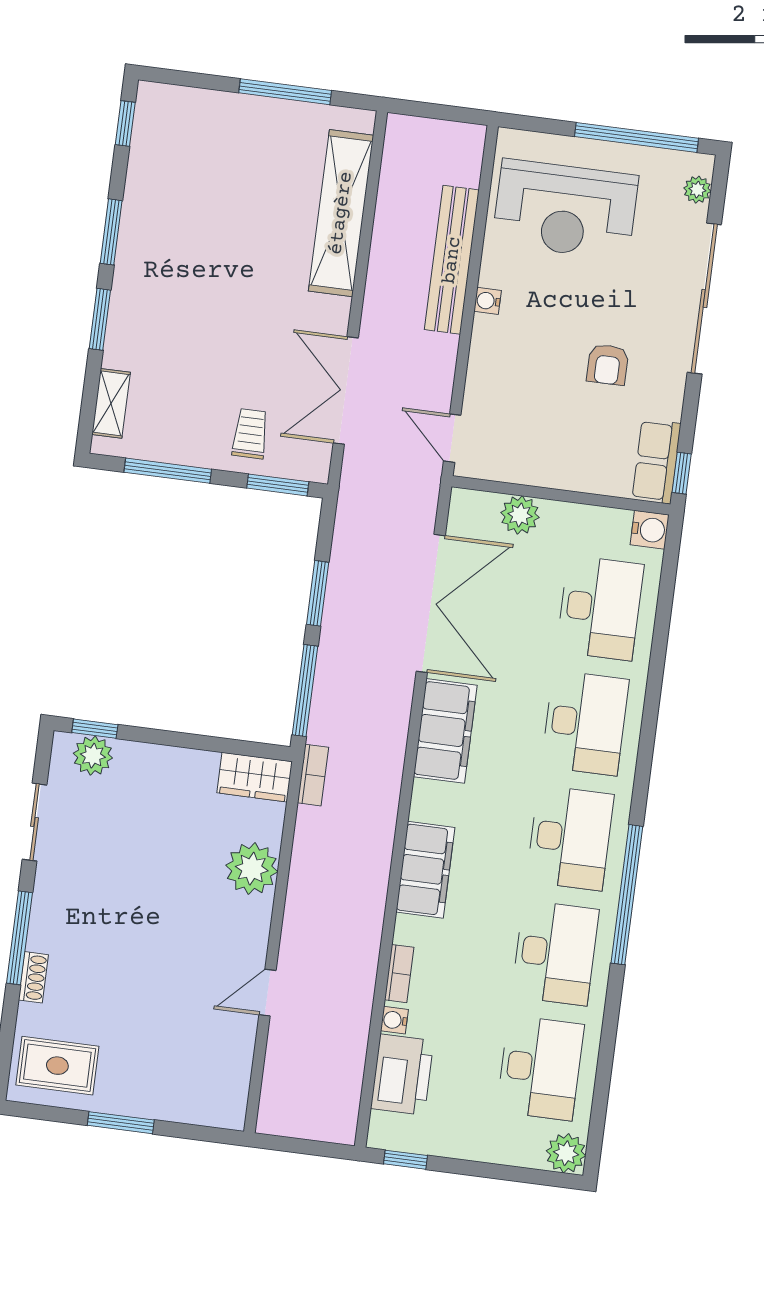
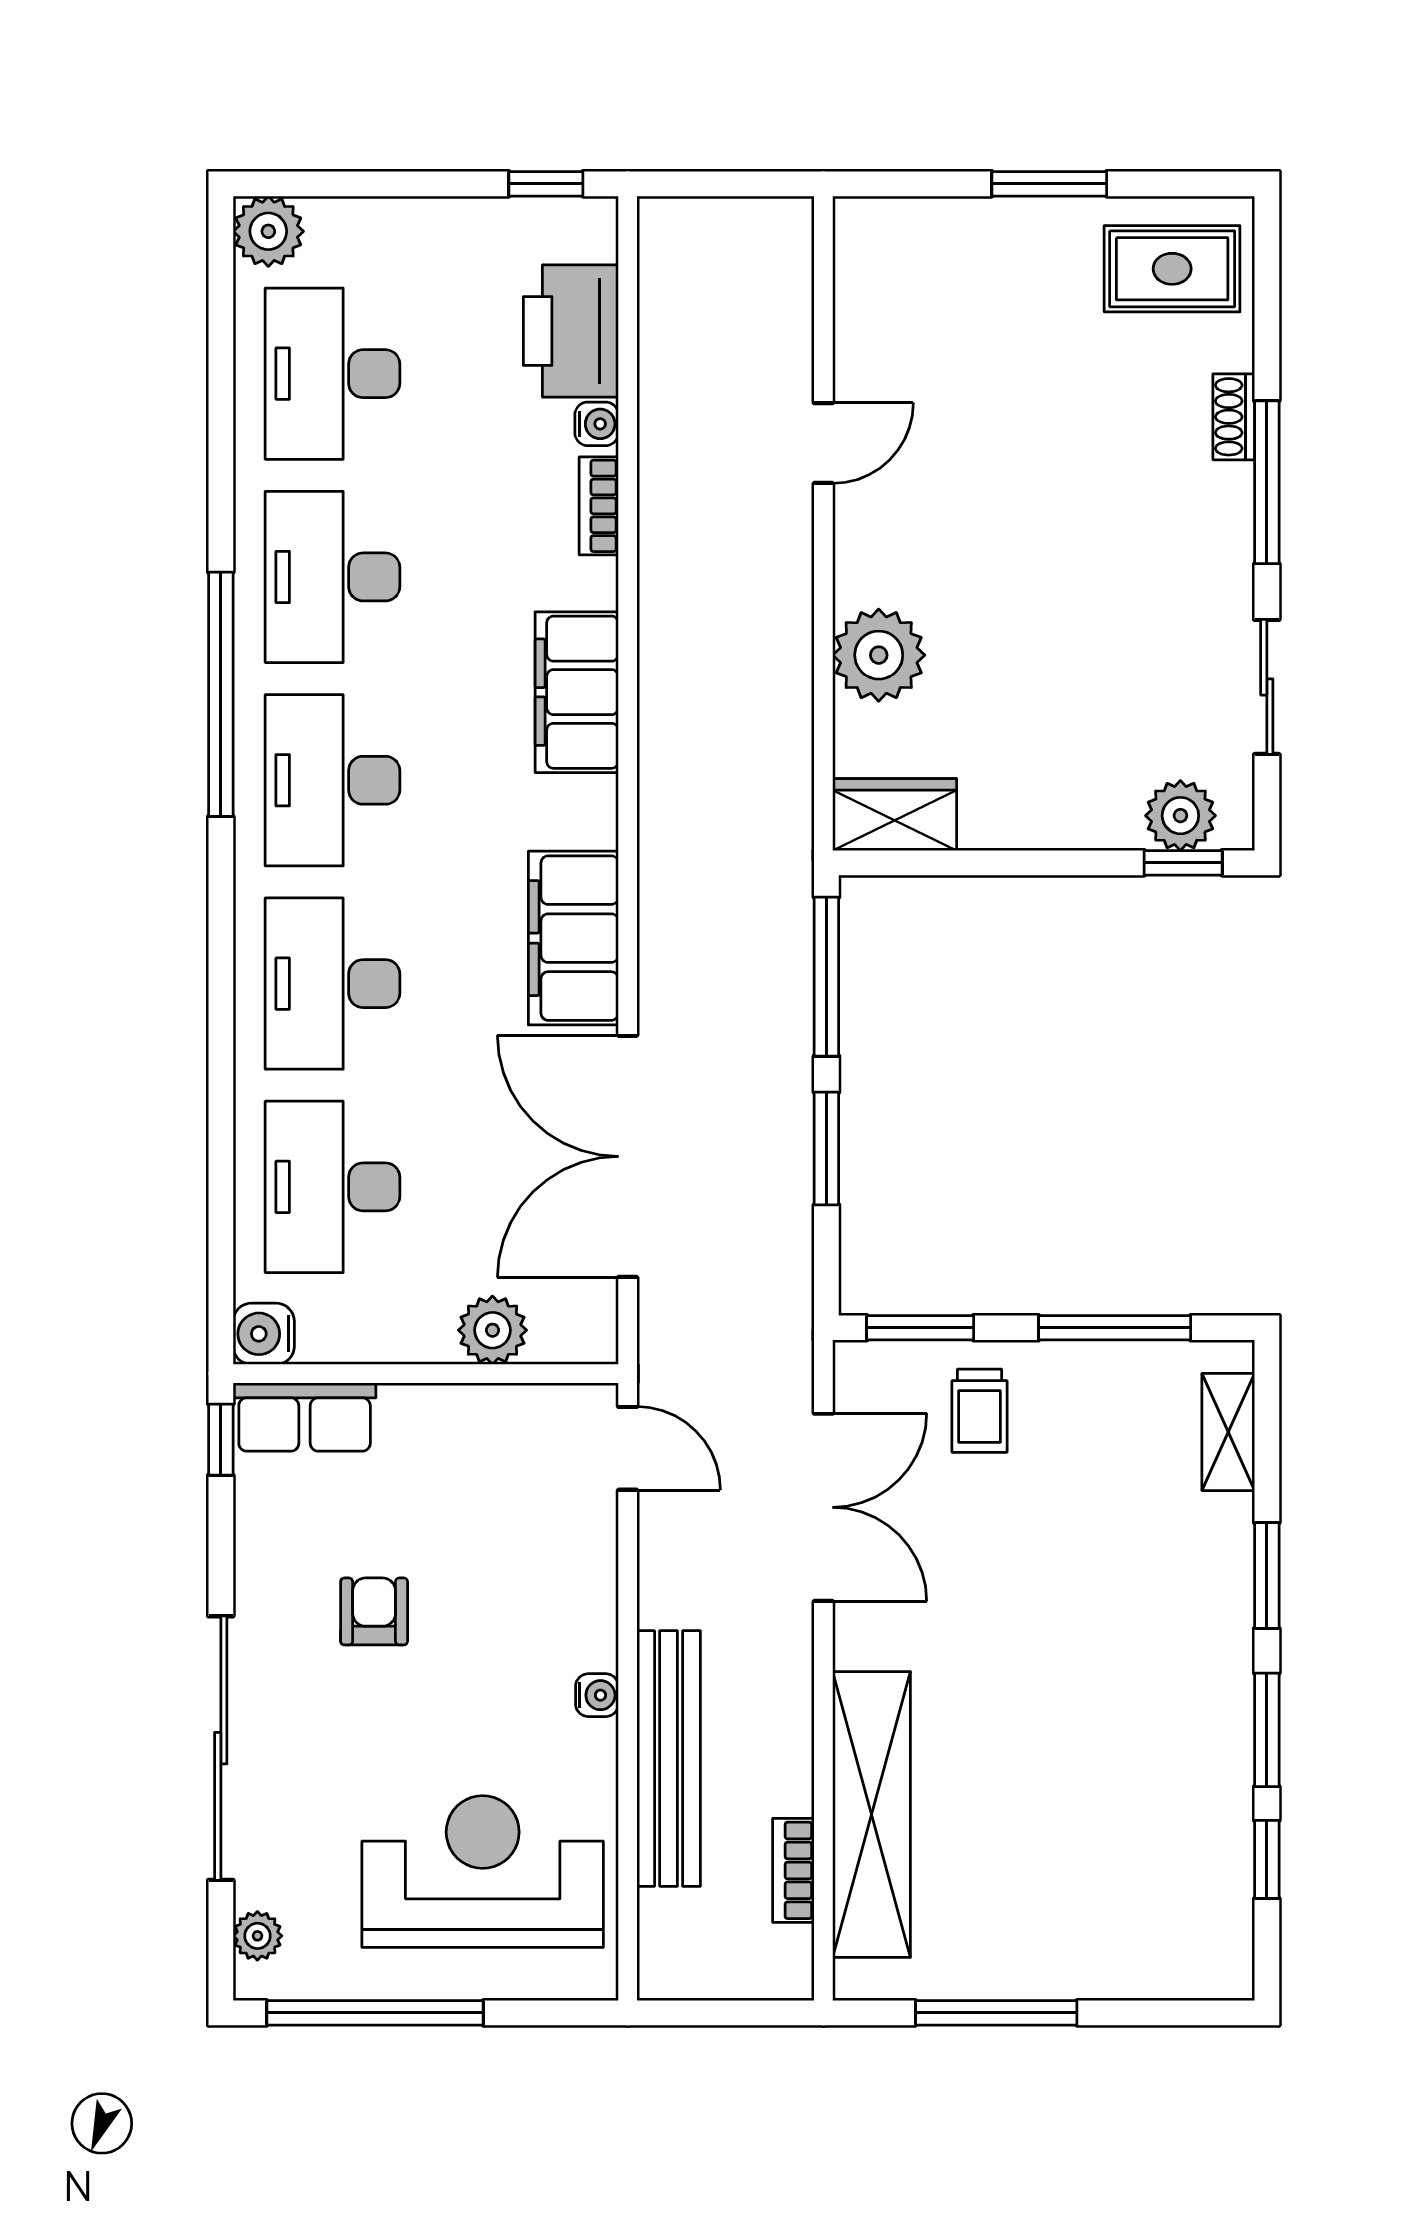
window: (125, 123) -> (1267, 1859), moved
row of seats: (656, 461) -> (305, 1417), moved, turned 90
bookcase: (313, 775) -> (793, 1870), moved

